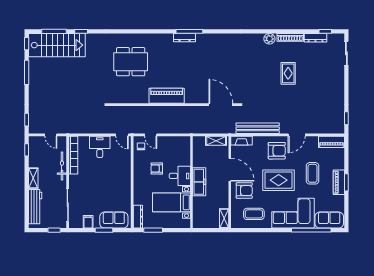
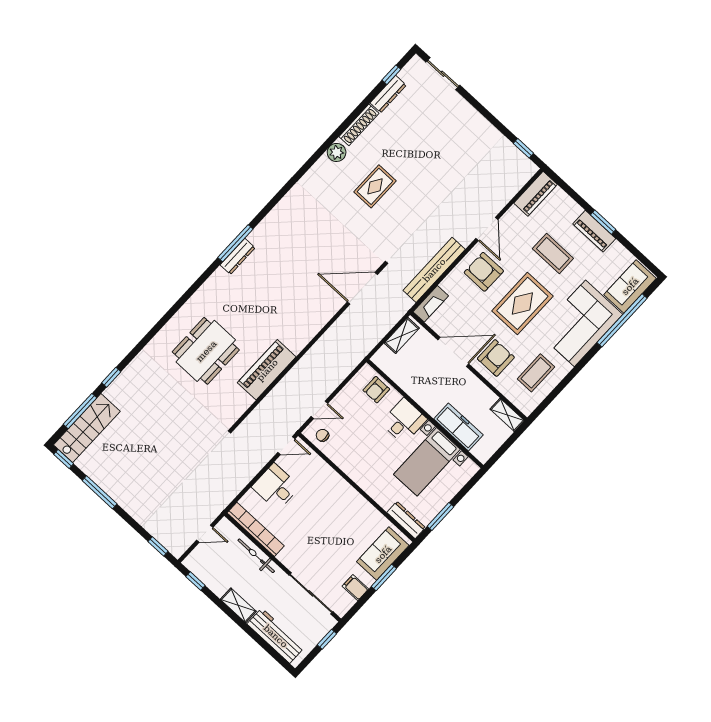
stairs: (57, 45) -> (87, 428), width x0.73, depth x0.66
rug: (288, 73) -> (375, 186), moved, turned 90
piano: (167, 96) -> (267, 370), moved
armchair: (277, 151) -> (484, 272), turned -90
armchair: (157, 169) -> (376, 390), moved
freezer: (199, 182) -> (458, 427), moved

